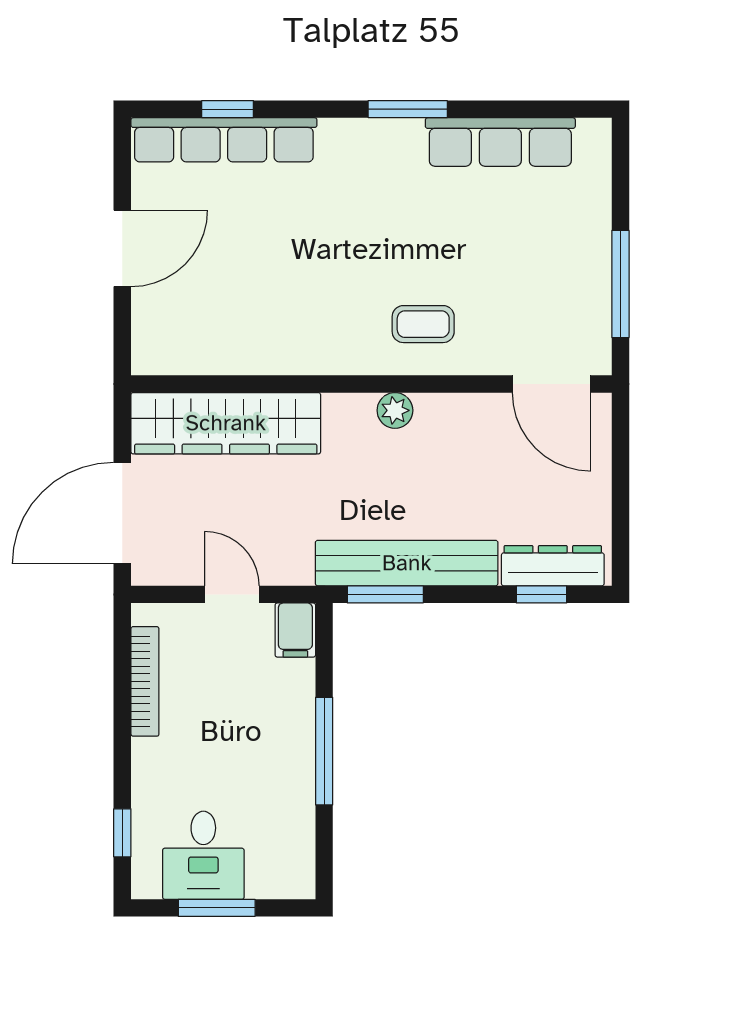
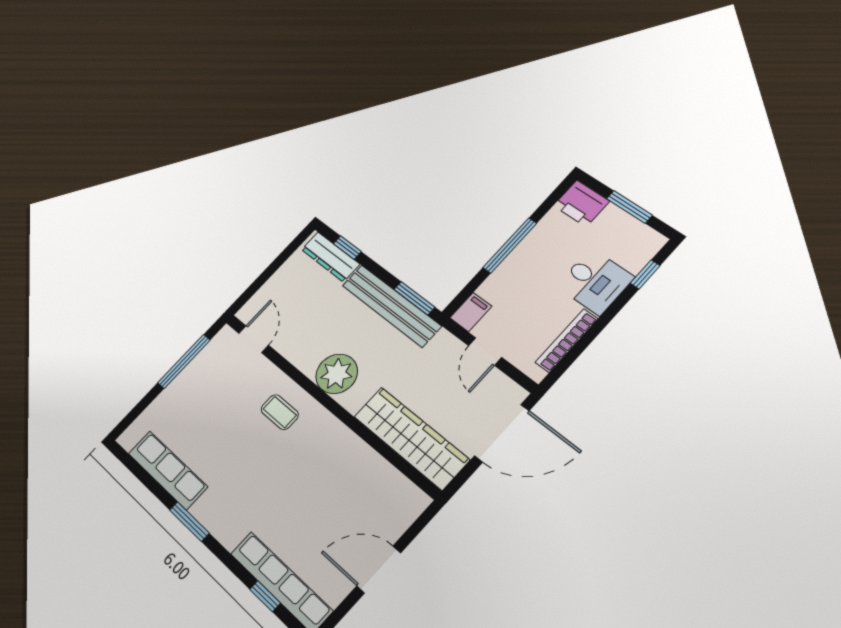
door: (552, 384) -> (254, 339), width x0.73
plant: (395, 410) -> (337, 374), width x1.88, depth x1.88
desk: (203, 855) -> (595, 282), moved, turned 90
printer: (282, 871) -> (581, 203), added

